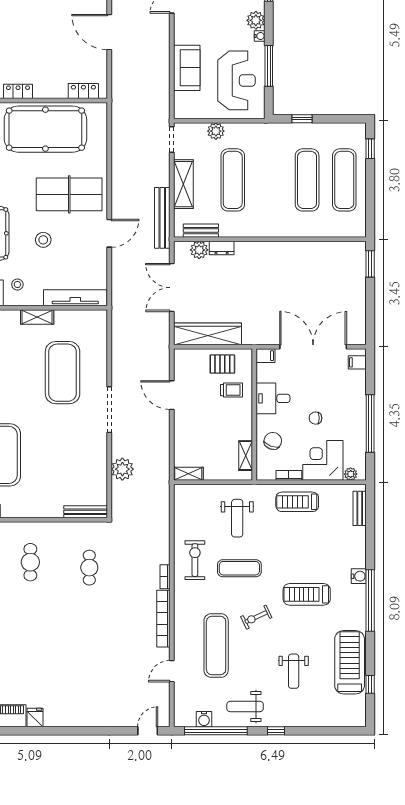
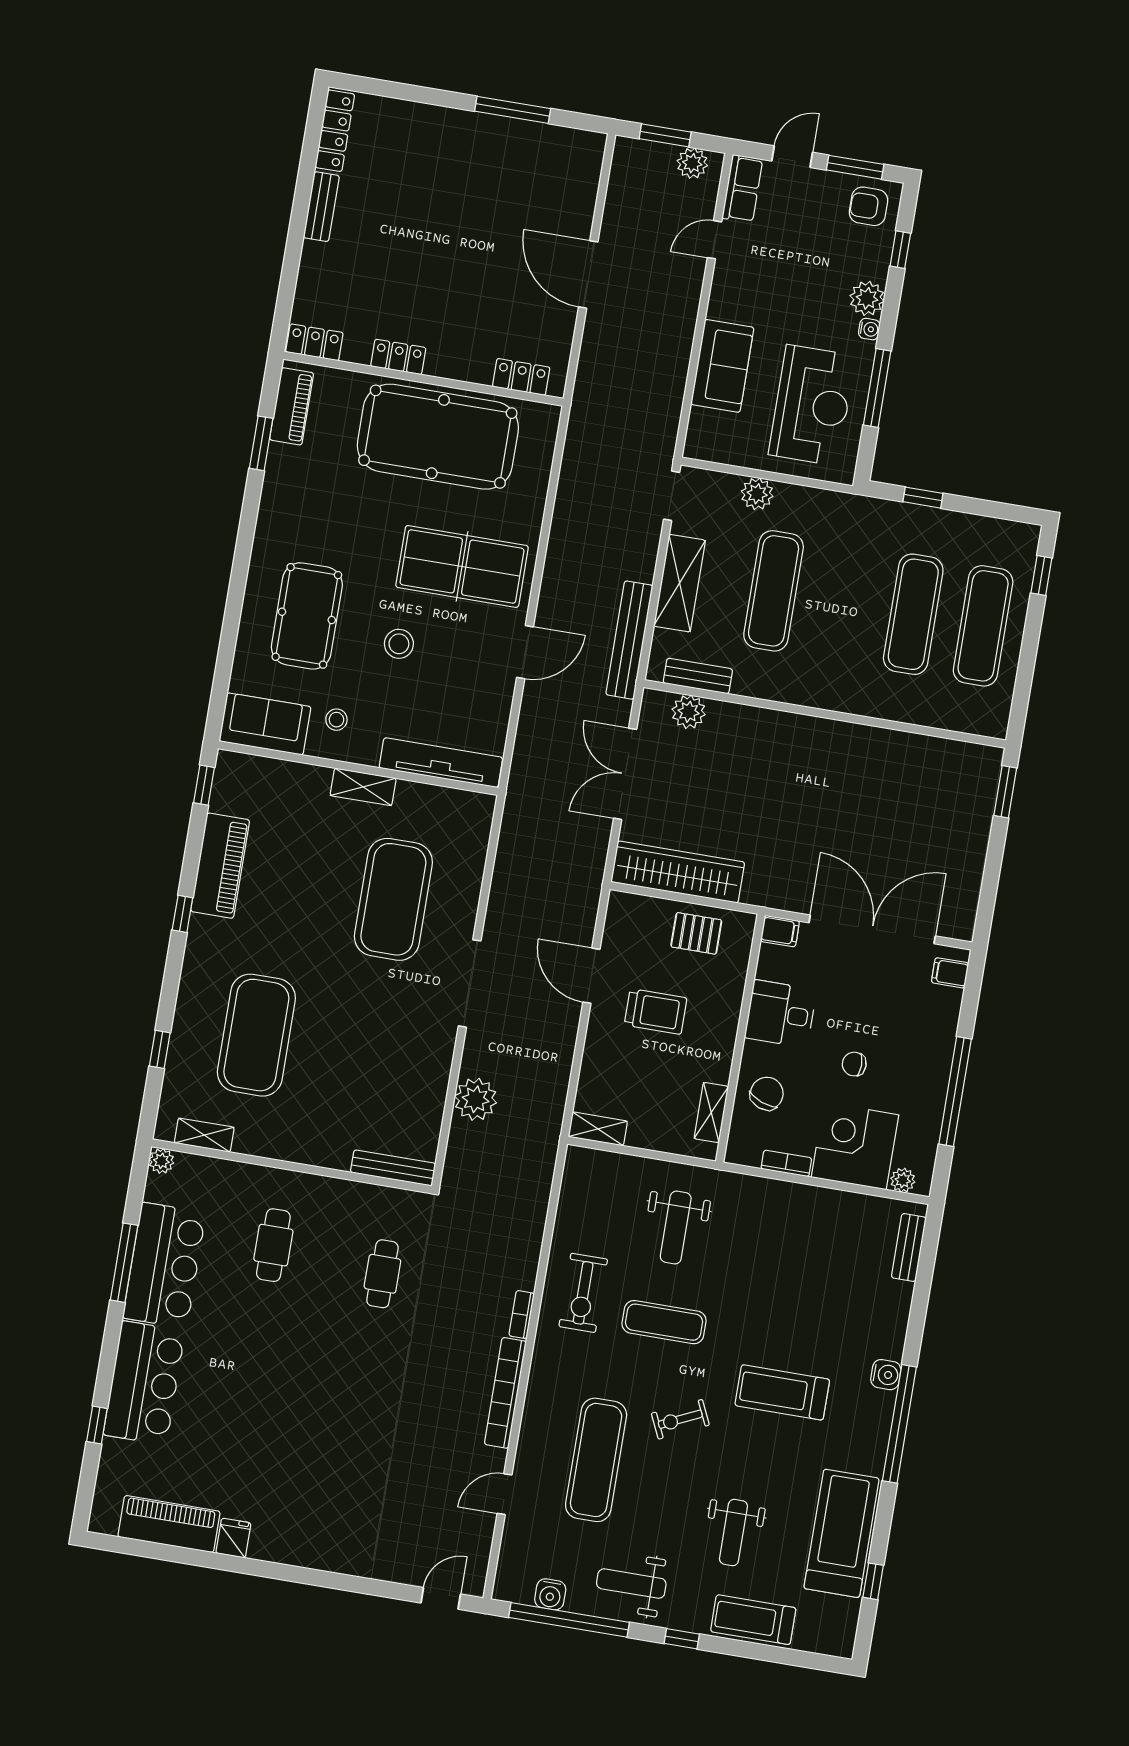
dresser: (222, 248) -> (731, 715), removed
trolley: (231, 390) -> (656, 1012), moved, width x1.36, depth x1.39
treadmill: (297, 502) -> (753, 1620), moved
exercise bike: (195, 560) -> (583, 1293), turned 180

